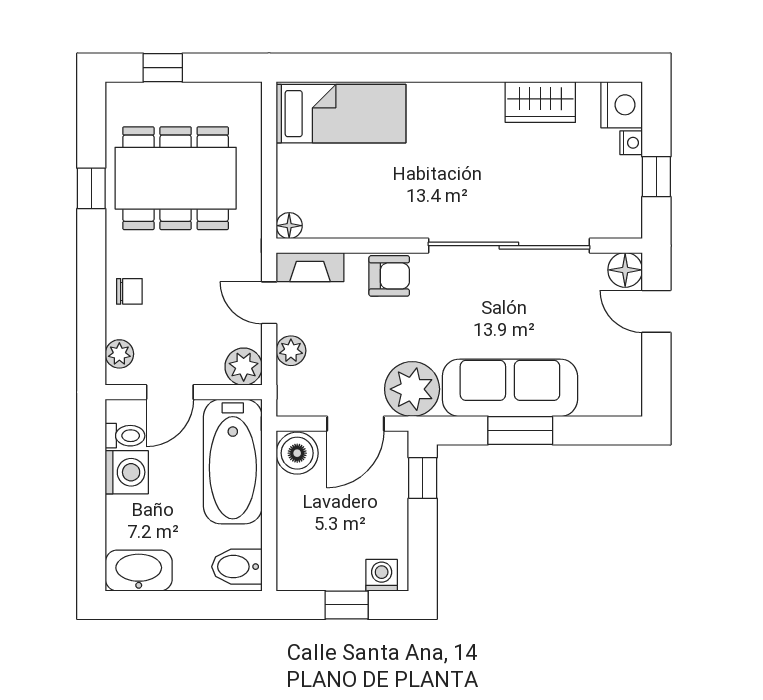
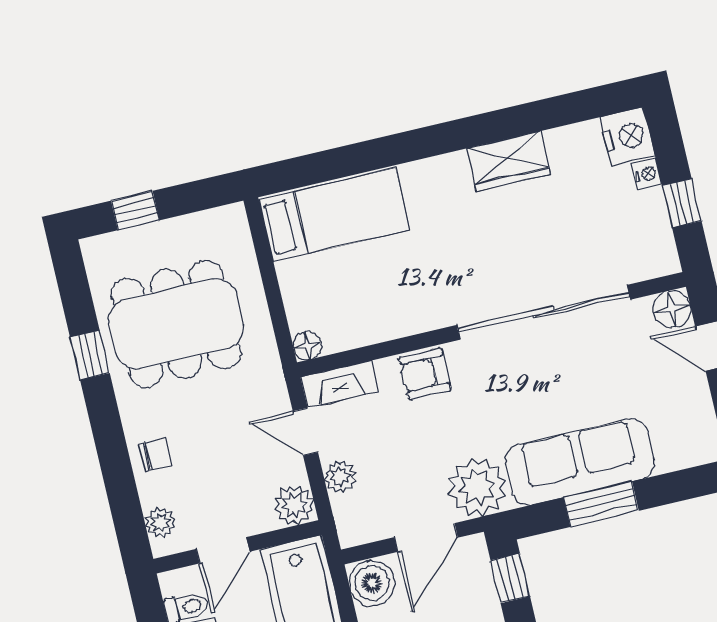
wardrobe: (540, 102) -> (508, 161), moved
armchair: (389, 276) -> (425, 374), turned 180

